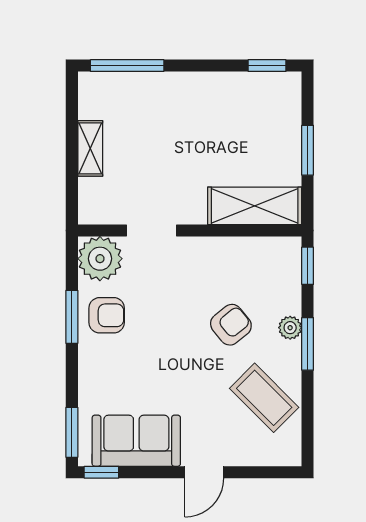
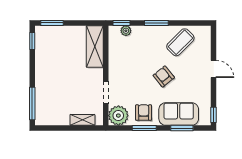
shelving: (90, 148) -> (82, 120), moved
window: (308, 150) -> (52, 23), moved
armchair: (231, 325) -> (164, 76), moved
plant: (290, 328) -> (126, 31), moved
window: (72, 432) -> (182, 128), moved
sofa: (136, 441) -> (179, 114), moved, turned 90

